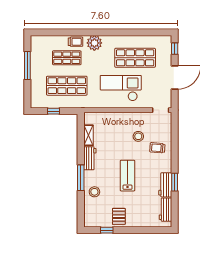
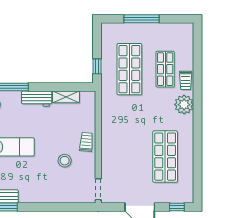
window: (27, 66) -> (142, 19), moved
checkout: (121, 88) -> (126, 138), removed
window: (54, 111) -> (97, 66), moved
trolley: (157, 148) -> (86, 142), moved

